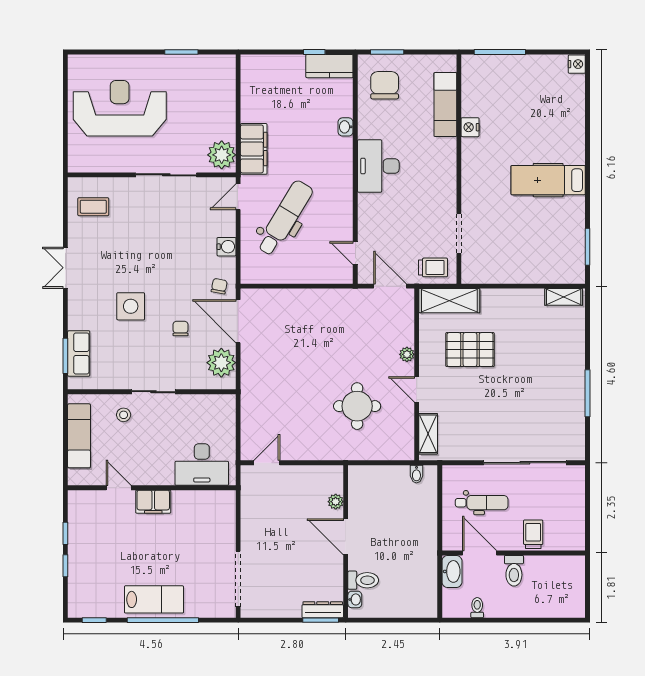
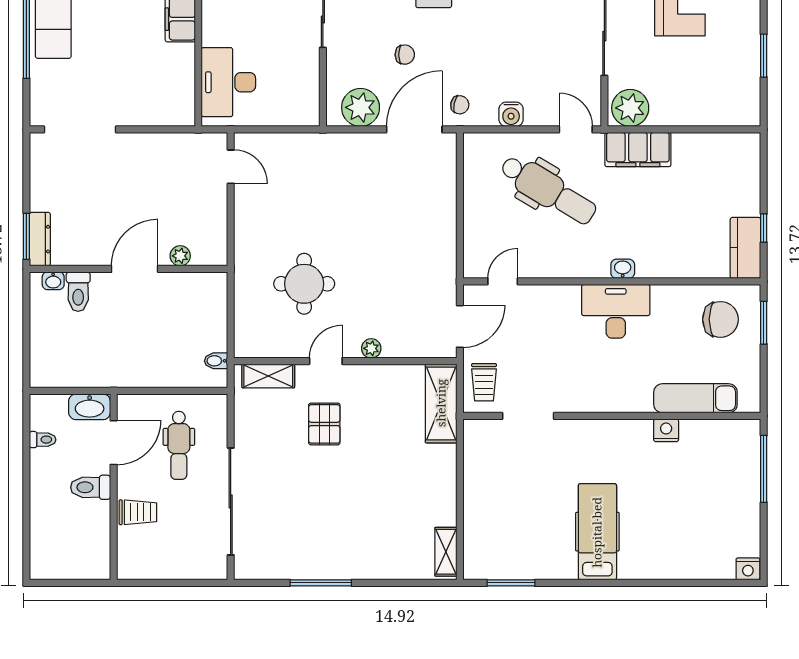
washbasin: (346, 127) -> (623, 269), moved
pallet: (470, 350) -> (324, 424), moved, width x0.67, depth x0.71

